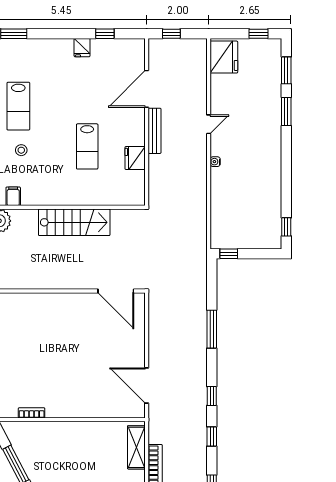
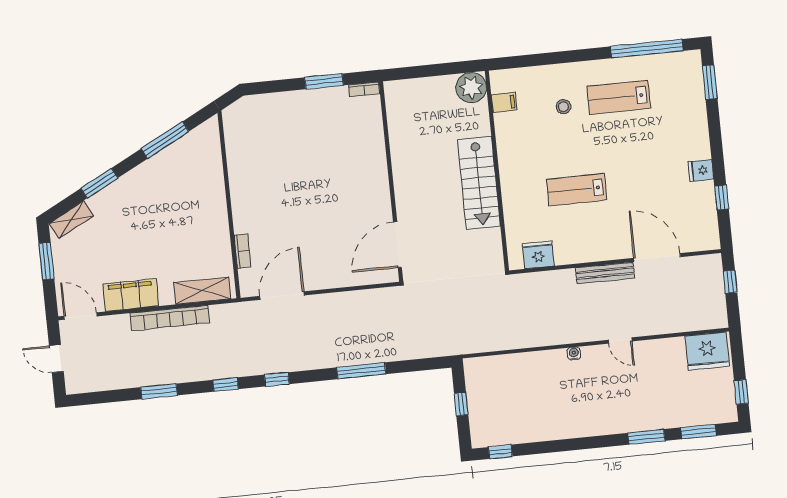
fridge: (135, 158) -> (538, 255), moved
window: (229, 254) -> (461, 404), moved
bookcase: (32, 413) -> (242, 251), moved

